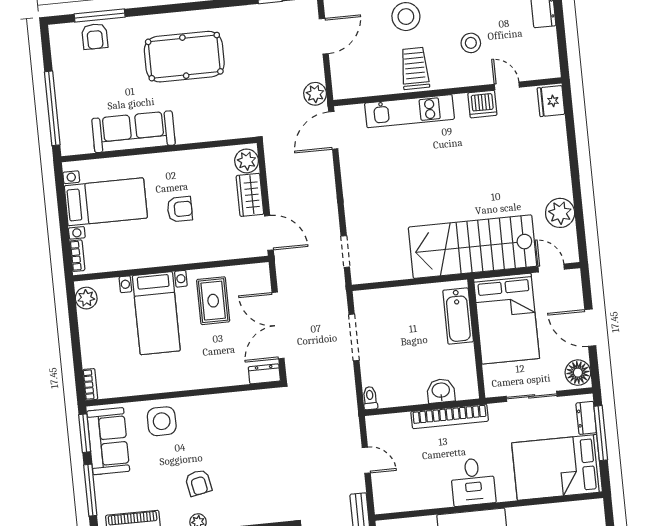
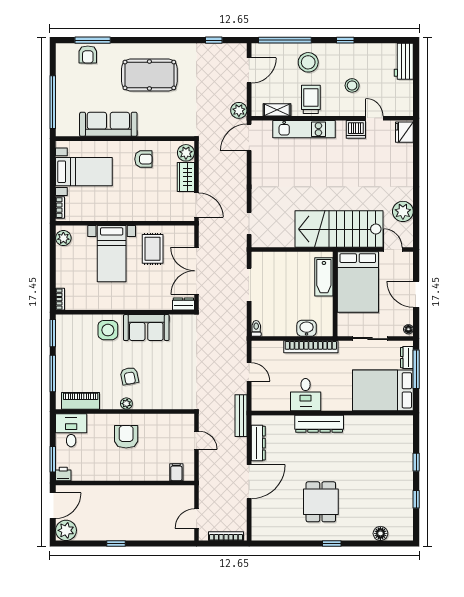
shelving: (369, 88) -> (277, 110), added
armchair: (180, 209) -> (143, 159), moved
floor lamp: (578, 373) -> (408, 329), width x0.53, depth x0.53
sofa: (108, 441) -> (146, 328), moved, turned 90
desk: (473, 482) -> (306, 395), moved

